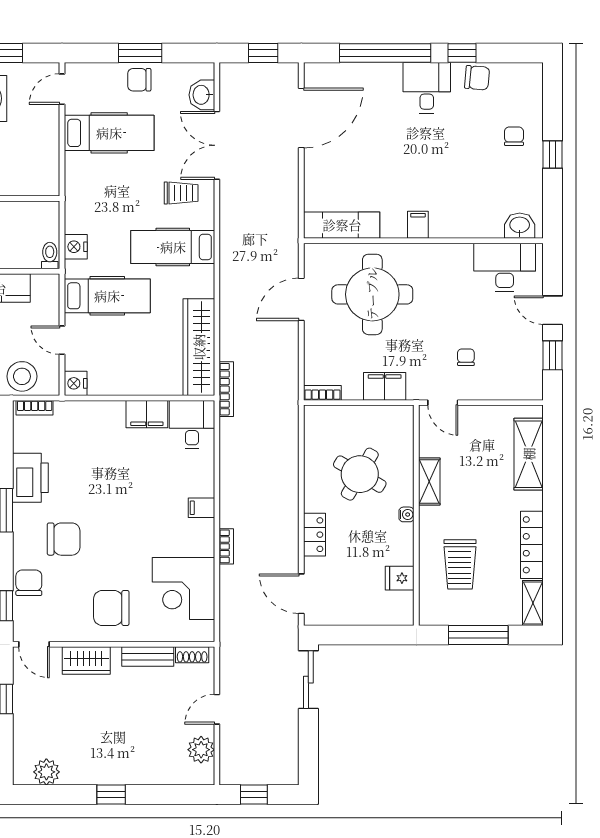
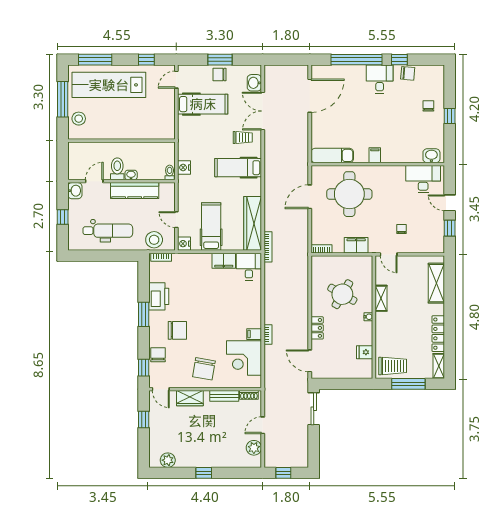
window: (263, 53) -> (289, 60), removed
hospital bed: (107, 296) -> (211, 227), moved, turned -90
filing cabinet: (201, 508) -> (254, 334), moved
trolley: (460, 564) -> (393, 366), moved, turned -90
chair: (111, 608) -> (204, 369), turned -80

